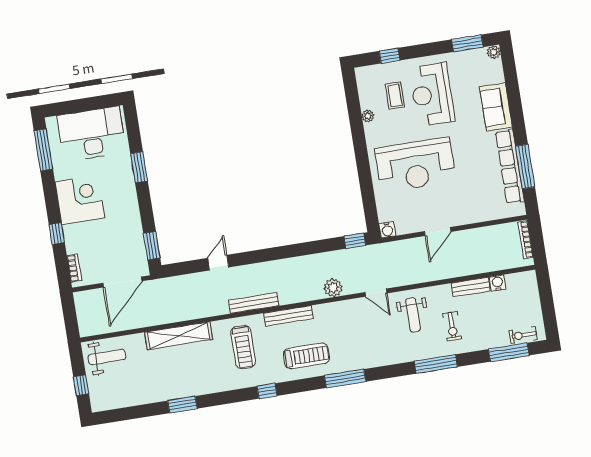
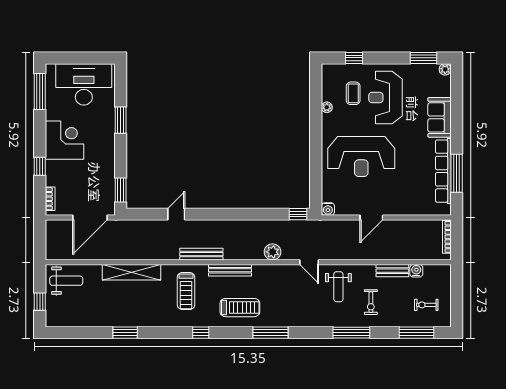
exercise bike: (523, 335) -> (426, 305), moved

